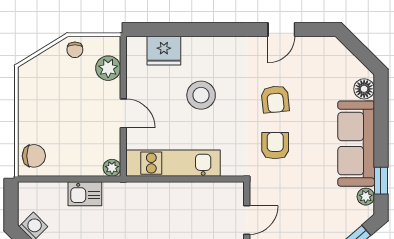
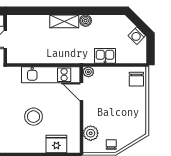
door: (123, 113) -> (81, 92), moved
chair: (34, 156) -> (136, 79), turned -90

